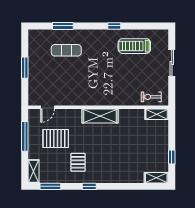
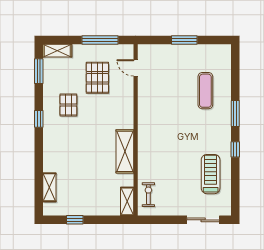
window: (63, 26) -> (235, 114), moved
sliding door: (172, 63) -> (203, 220), moved
shelving: (100, 116) -> (125, 151), moved
pallet: (78, 162) -> (68, 105), turned 90
shelving: (156, 178) -> (49, 187), moved

